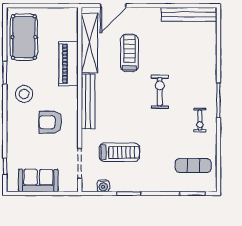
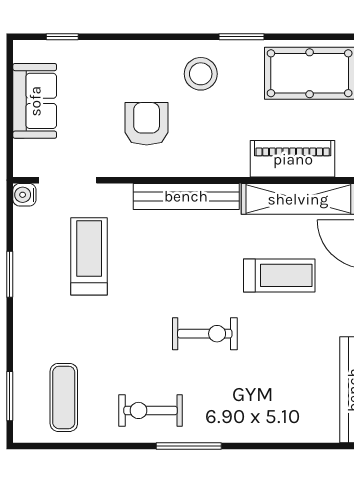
piano: (68, 64) -> (293, 159), moved
exercise bike: (200, 120) -> (151, 410), width x1.38, depth x1.39
treadmill: (119, 152) -> (89, 256), turned 180
water cooler: (103, 186) -> (24, 195), moved

